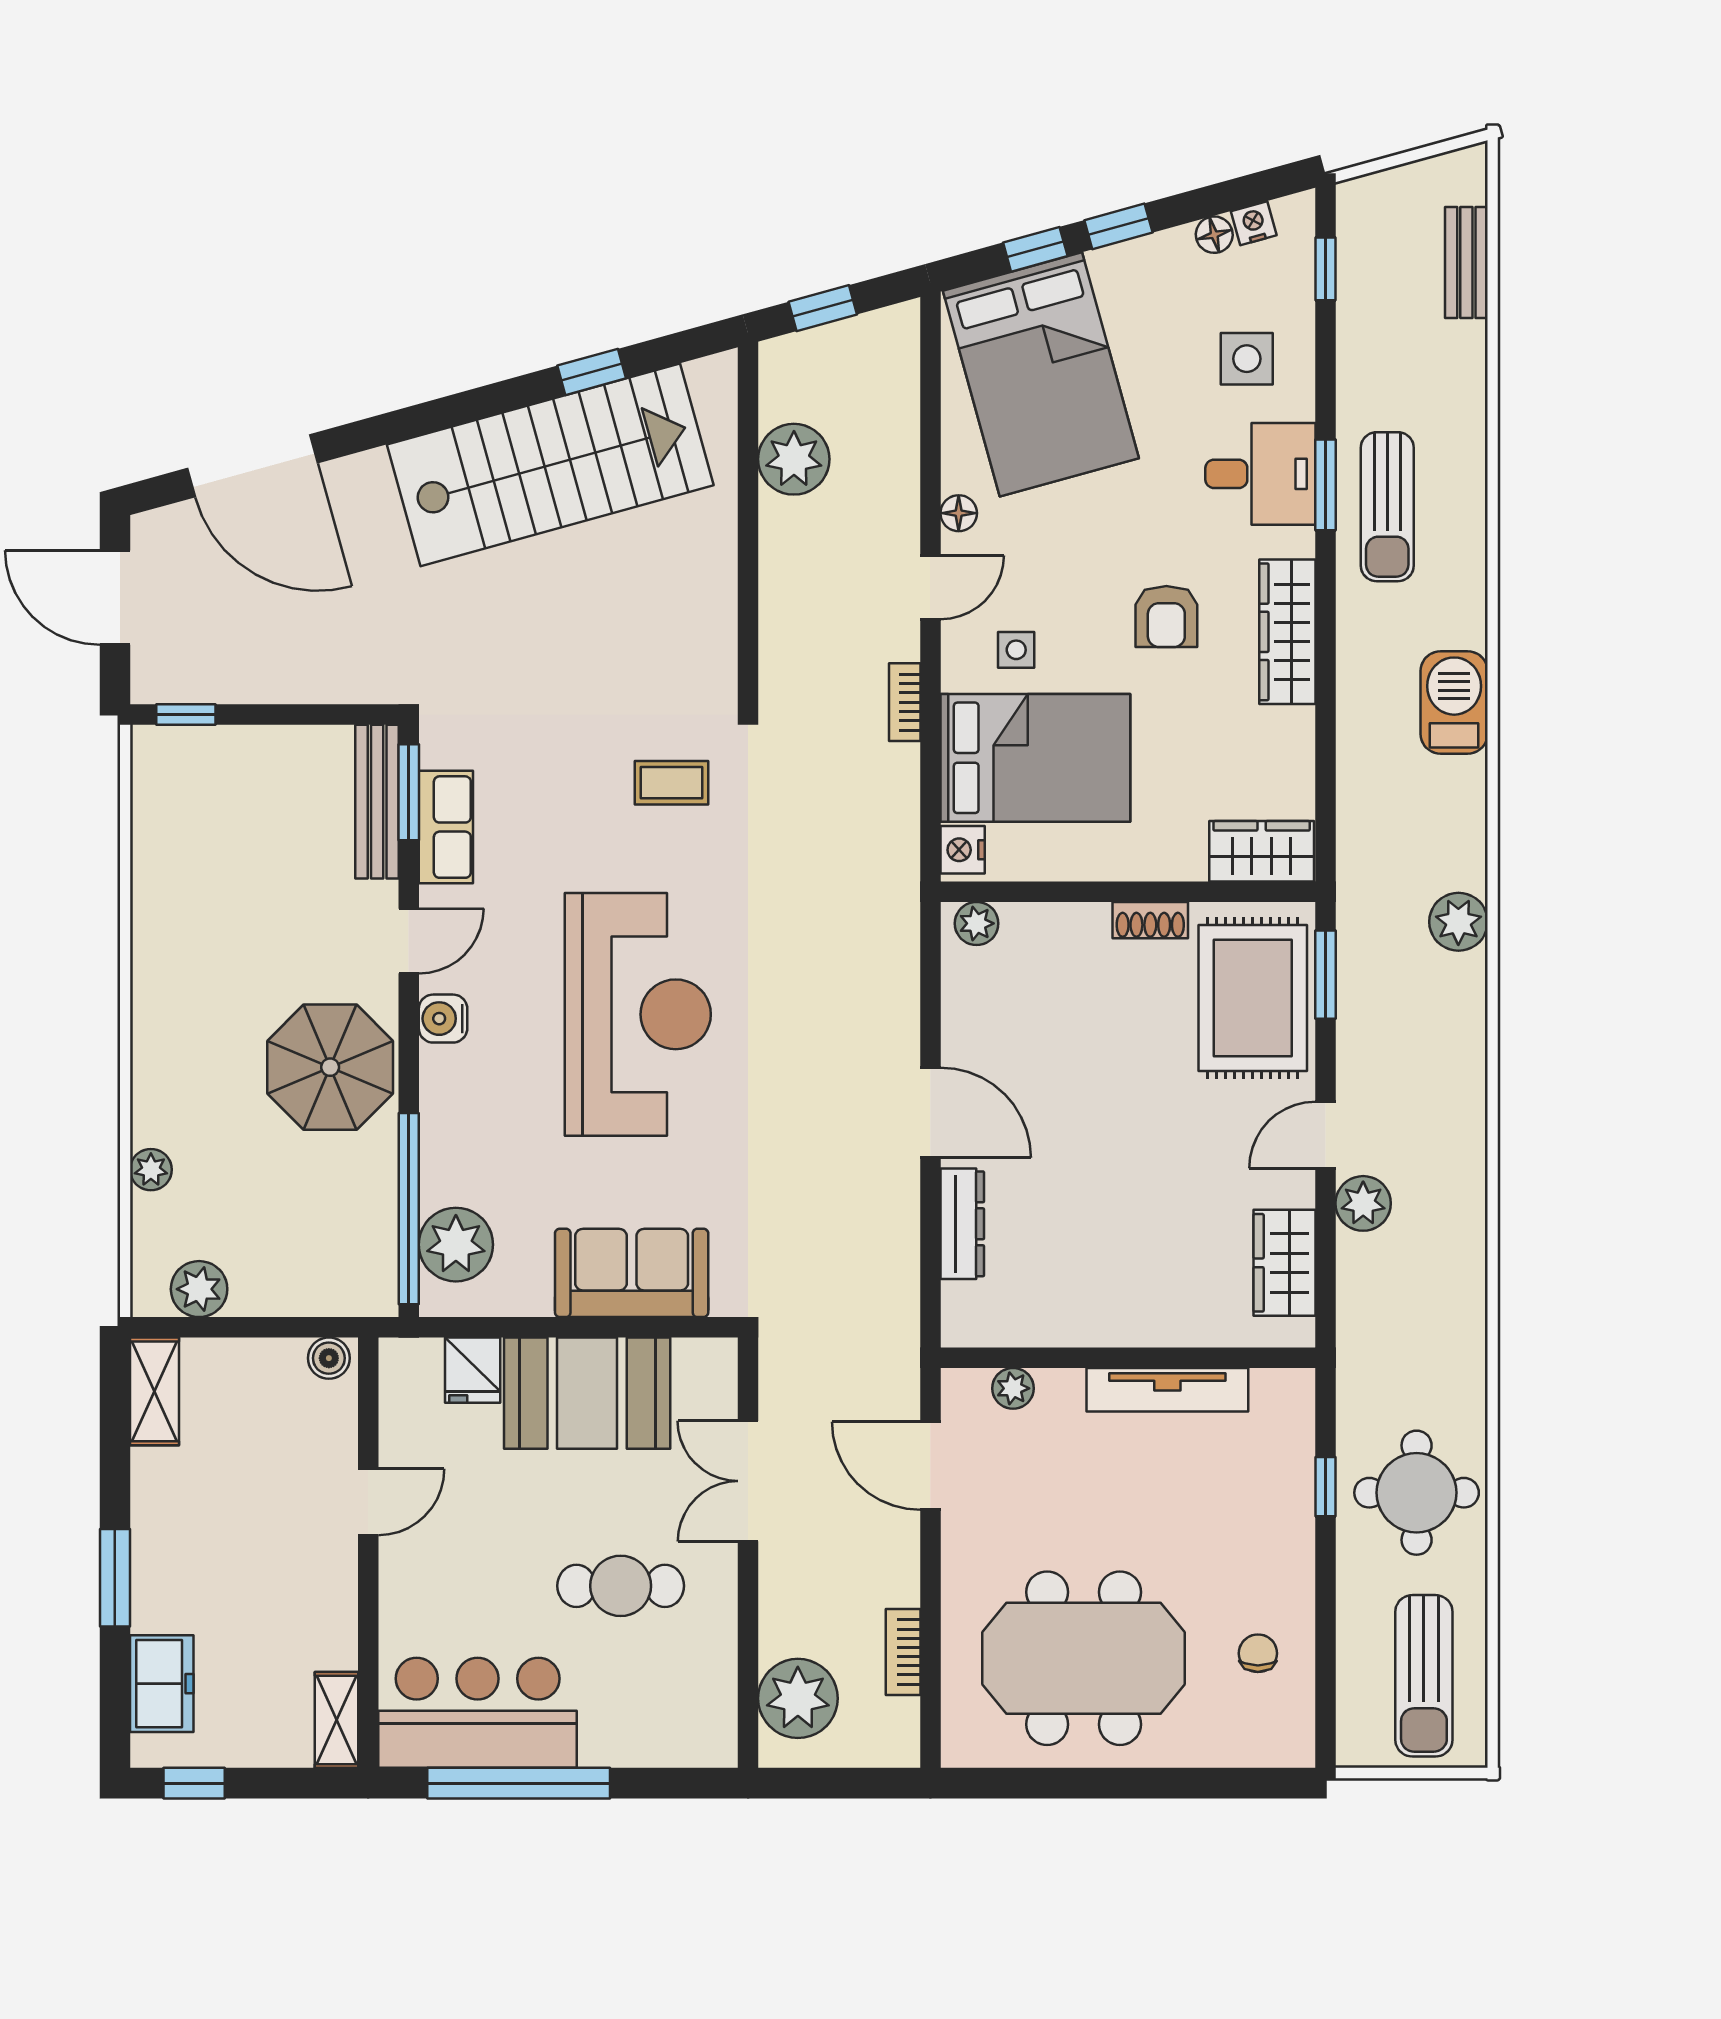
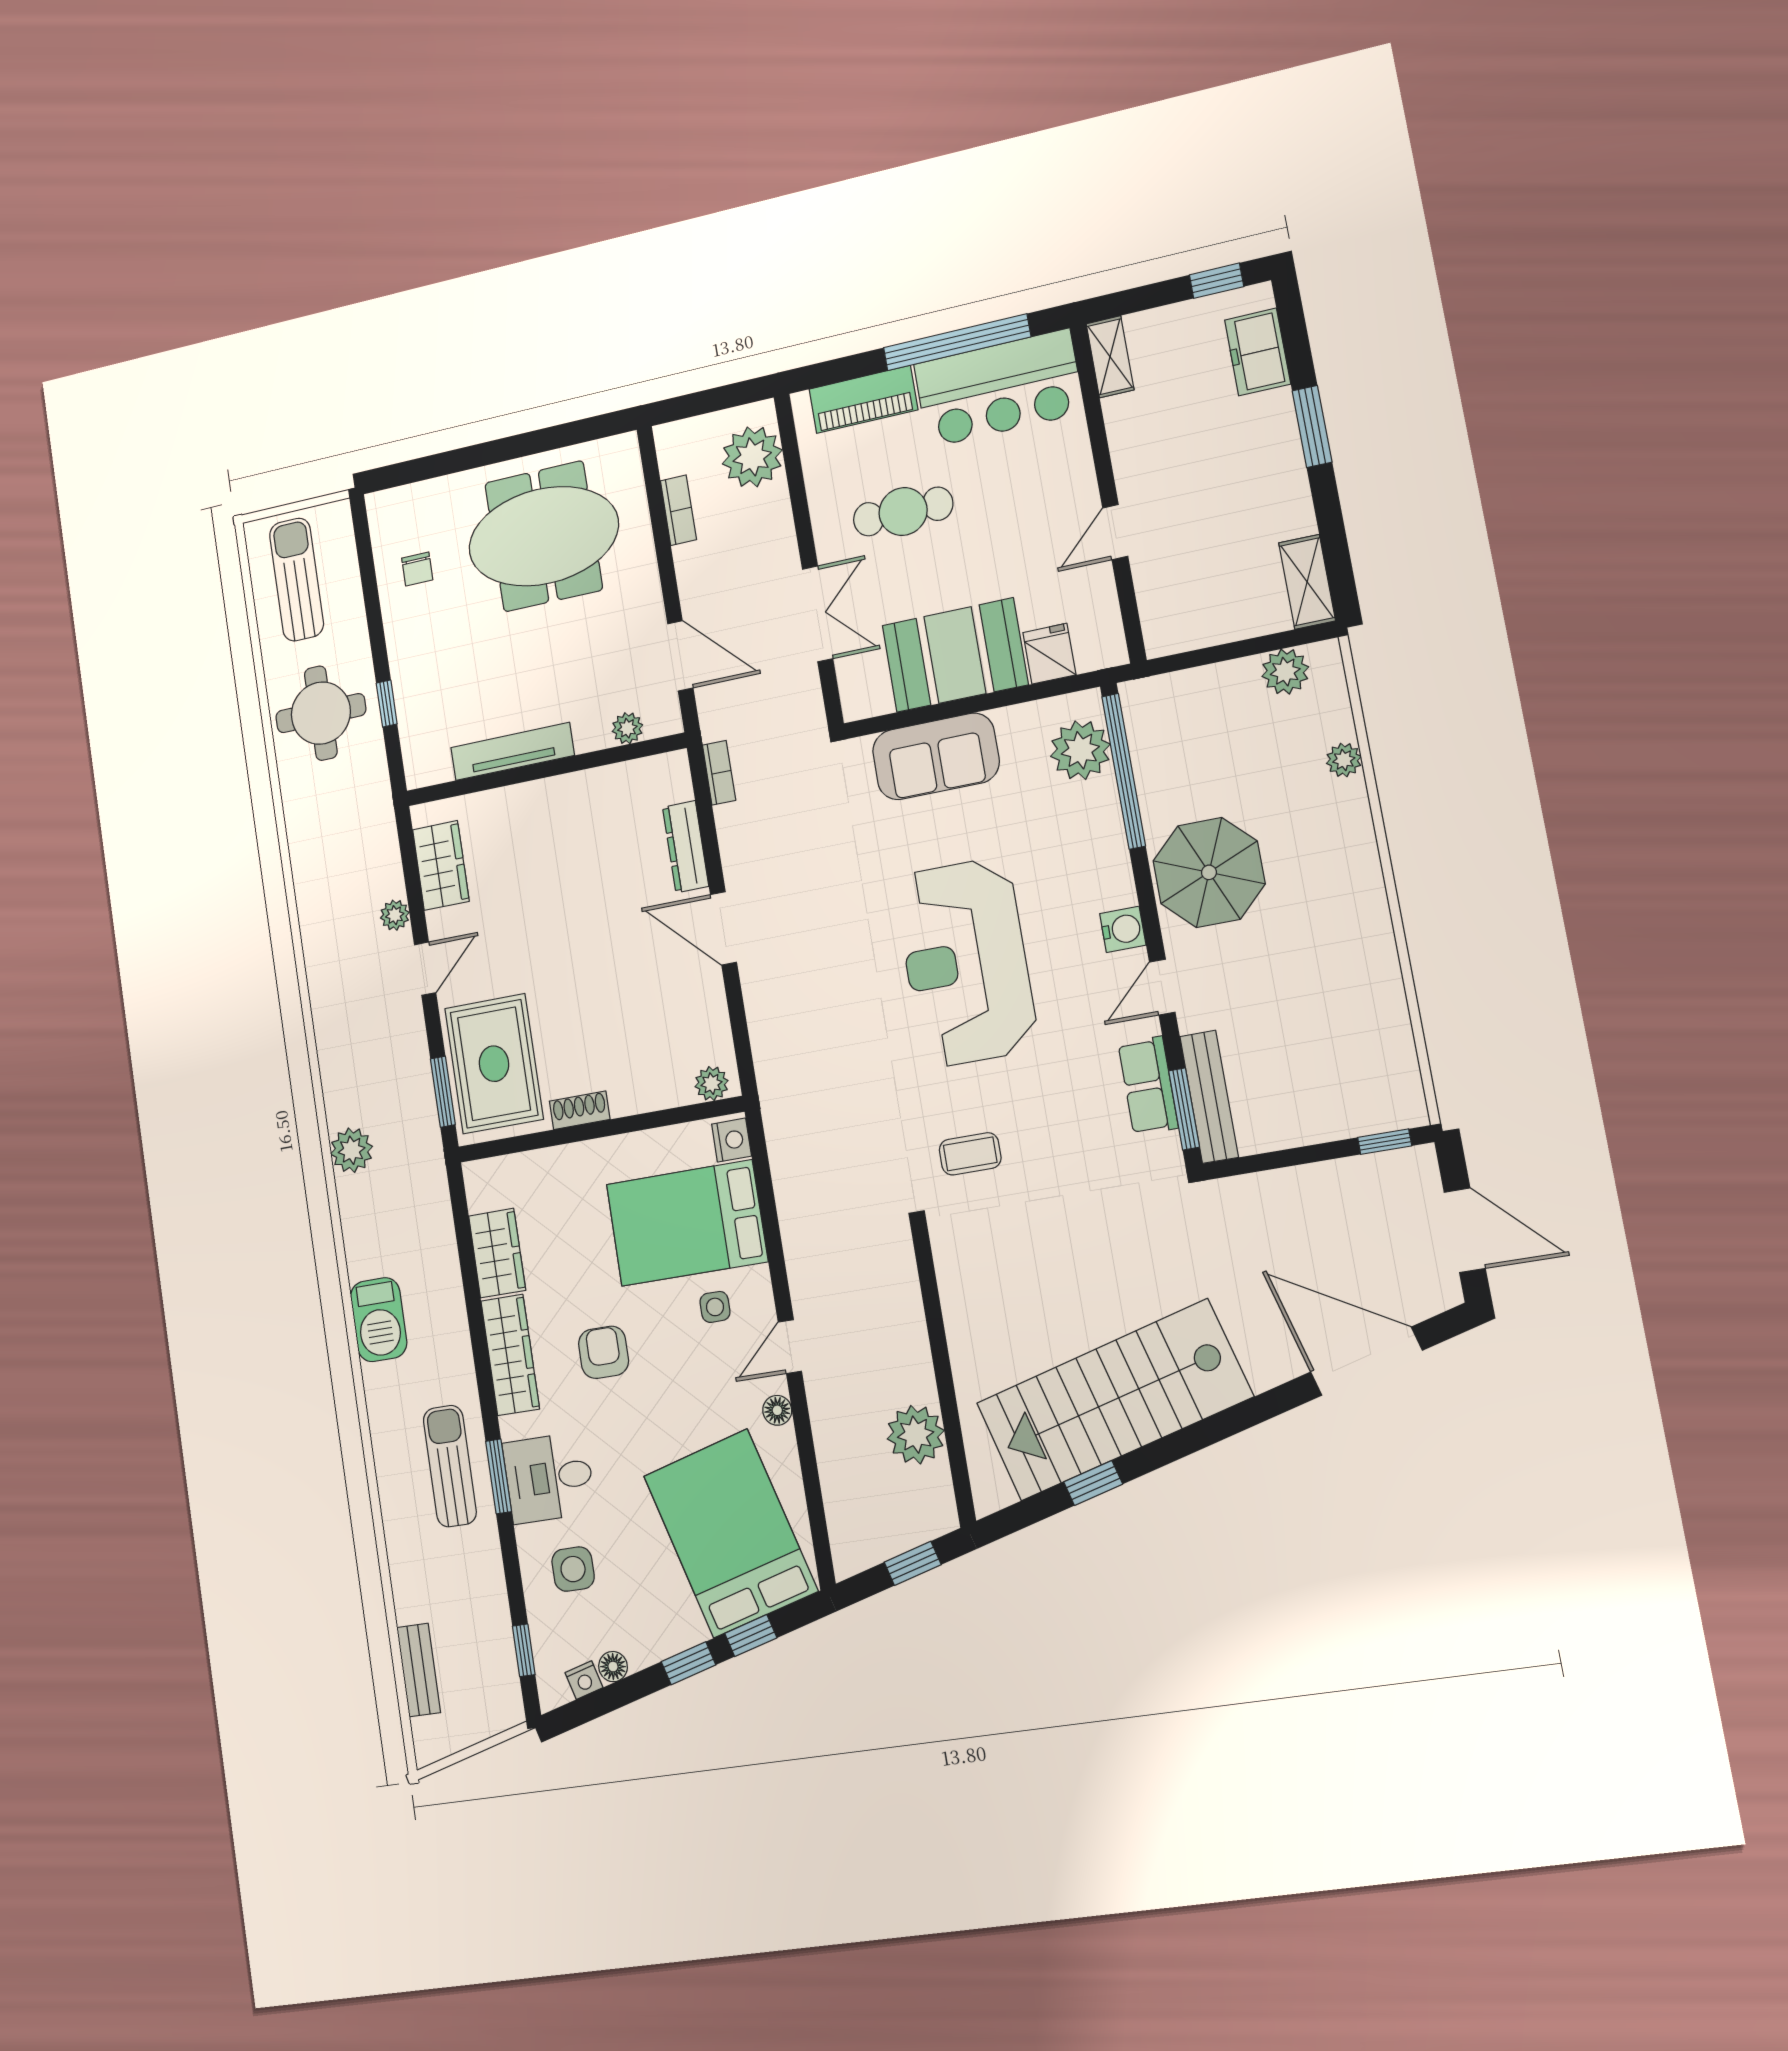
bookcase: (905, 702) -> (719, 773), moved
wardrobe: (1262, 851) -> (497, 1253), moved, turned -90
plant: (1363, 1203) -> (395, 915), width x0.73, depth x0.73
boiler: (329, 1358) -> (1168, 639), removed
piano: (646, 1739) -> (863, 399), added

